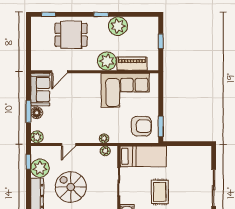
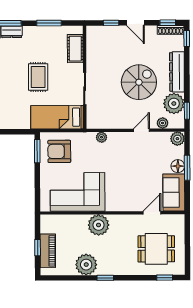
dining table: (71, 35) -> (156, 249), moved
piano: (132, 64) -> (48, 251), moved, turned -90
plant: (105, 151) -> (163, 123), moved
spiral stairs: (71, 187) -> (139, 82), turned -90

